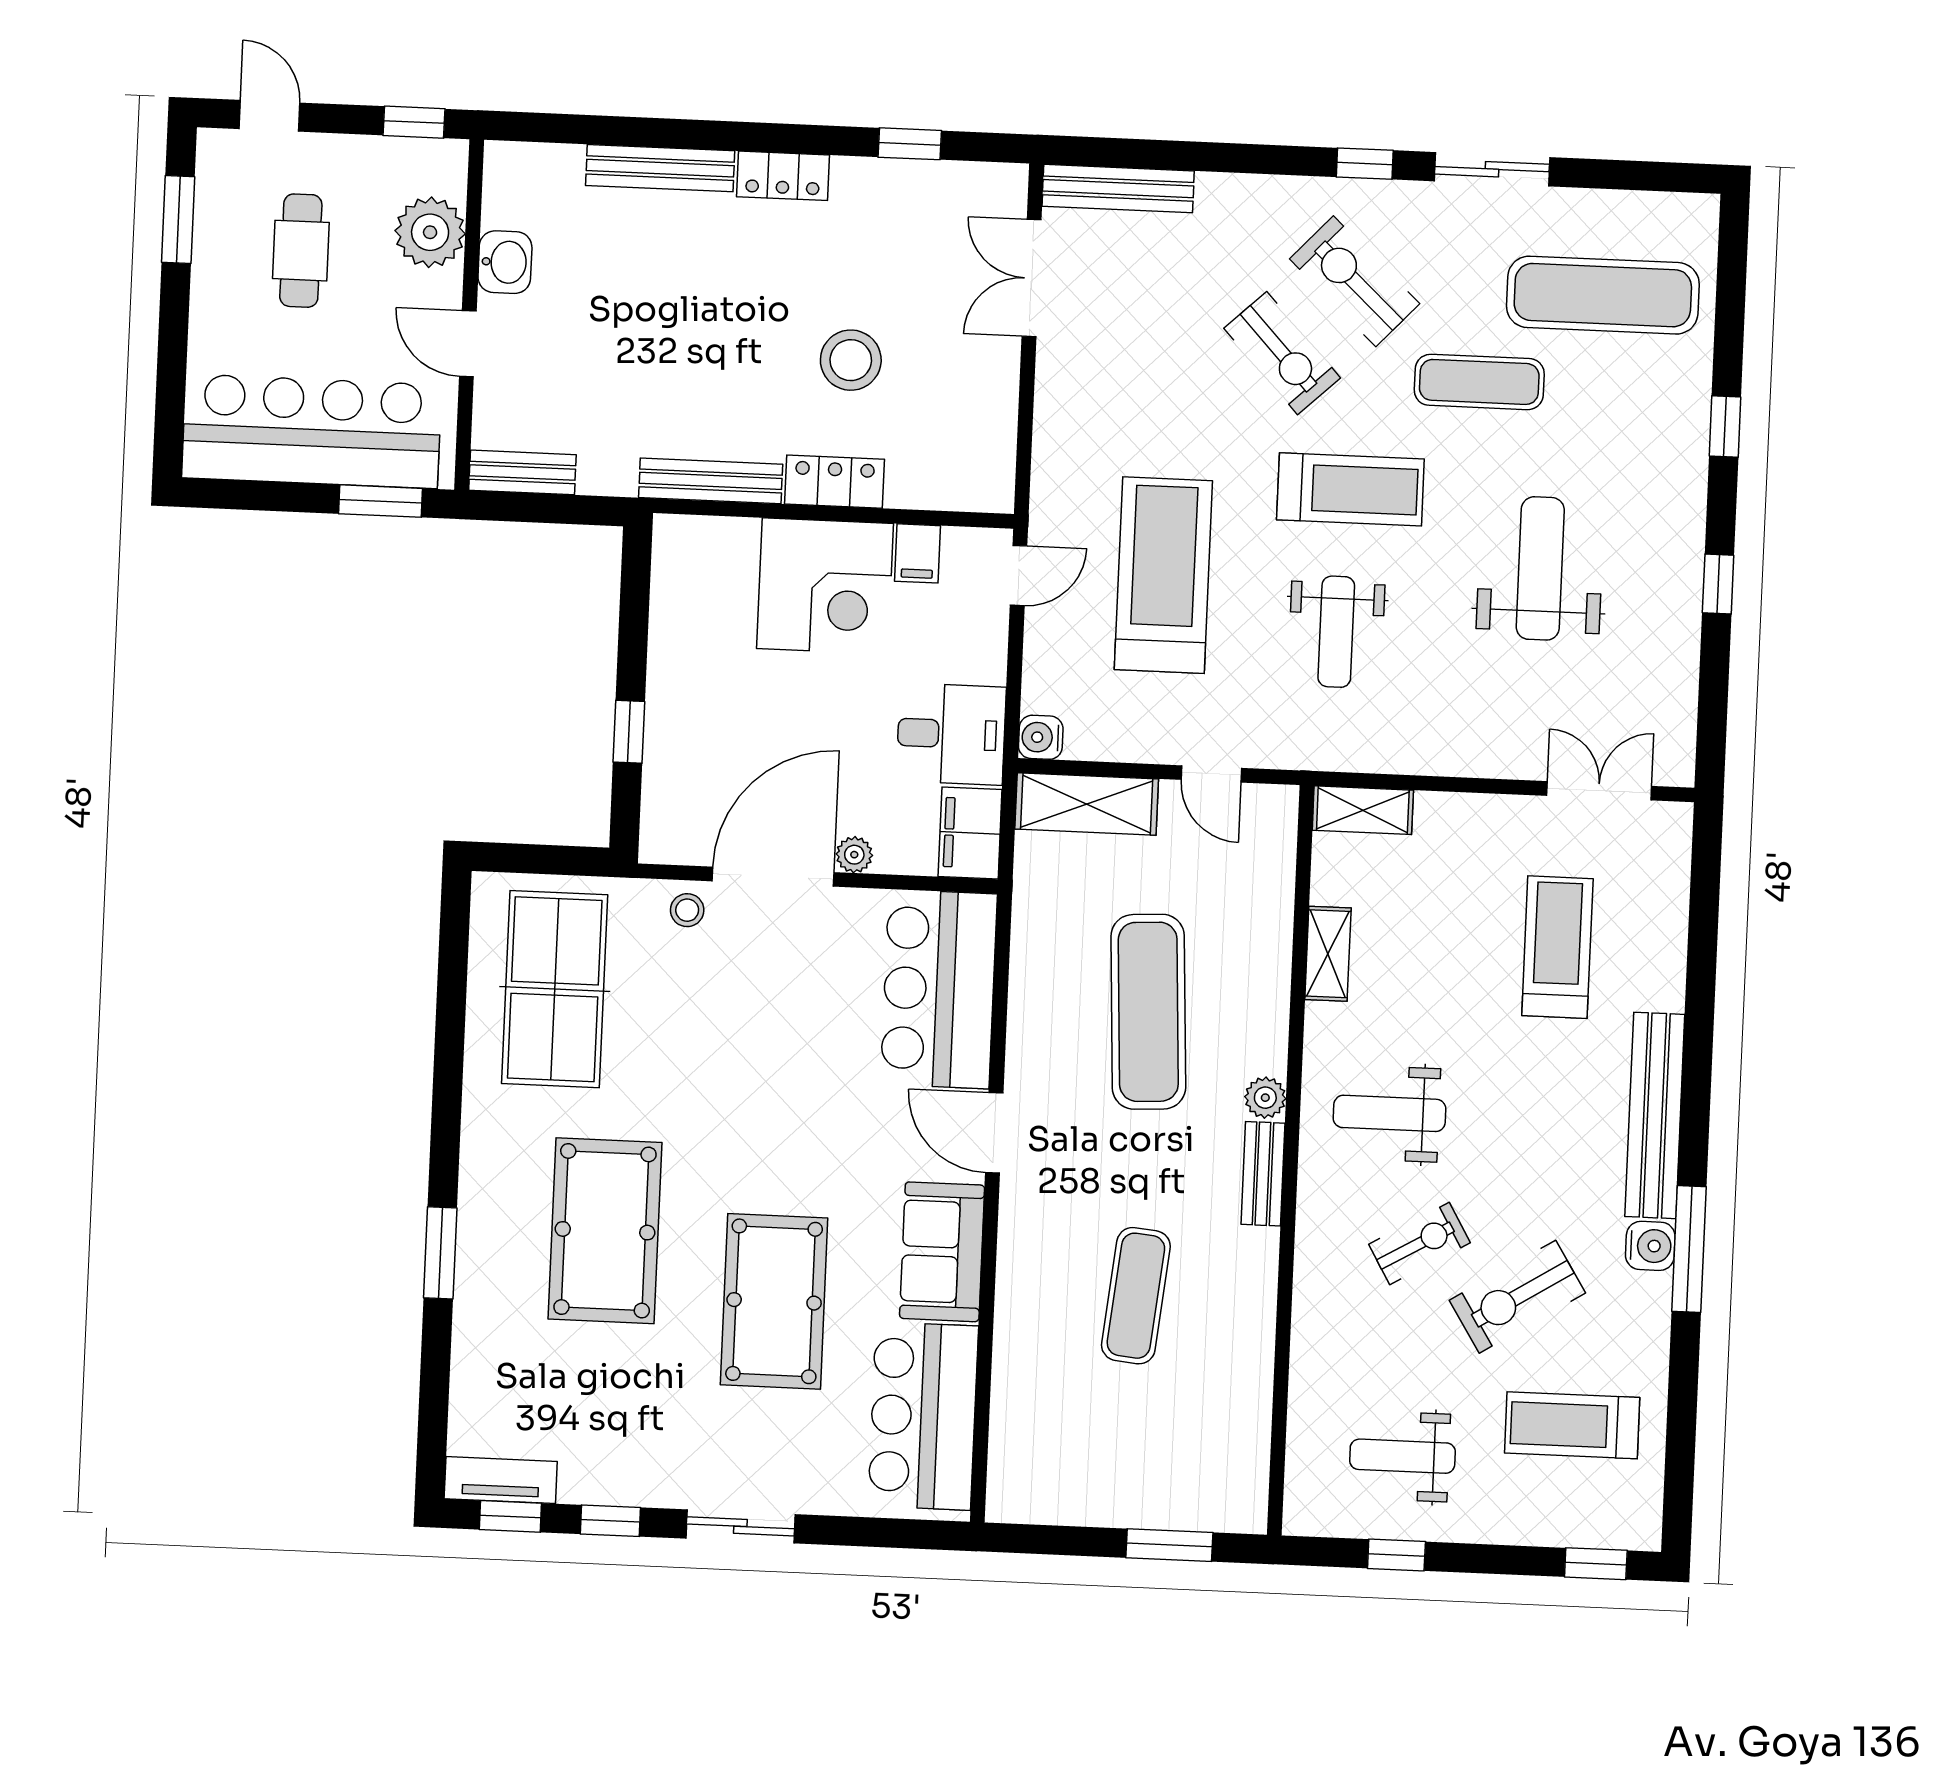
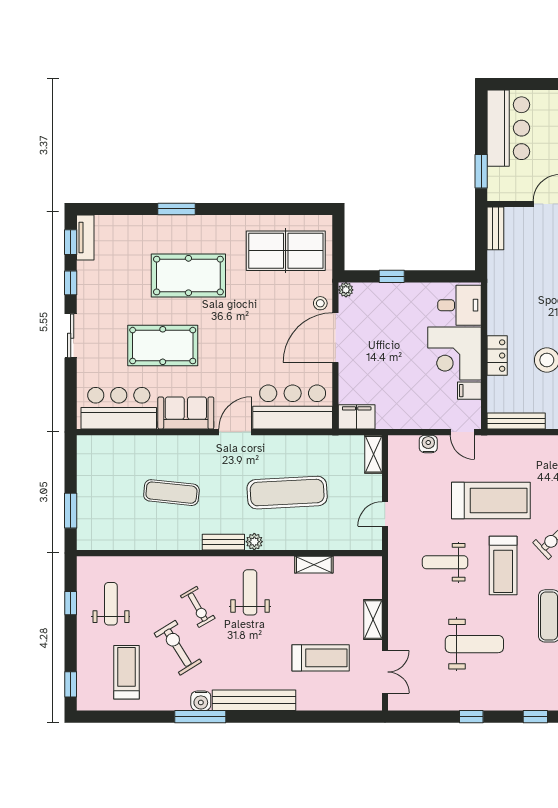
bar counter: (312, 431) -> (508, 128), width x0.73
bench: (711, 481) -> (516, 421), moved, turned 90
treadmill: (1163, 575) -> (491, 500), moved
desk: (951, 734) -> (460, 305), moved, turned -90
water cooler: (1041, 737) -> (428, 444), moved
shelving: (1087, 804) -> (373, 454), width x0.67, depth x0.75
shelving: (1363, 810) -> (373, 619), moved
plant: (854, 855) -> (346, 290), moved
door: (773, 877) -> (335, 338), swing flipped

